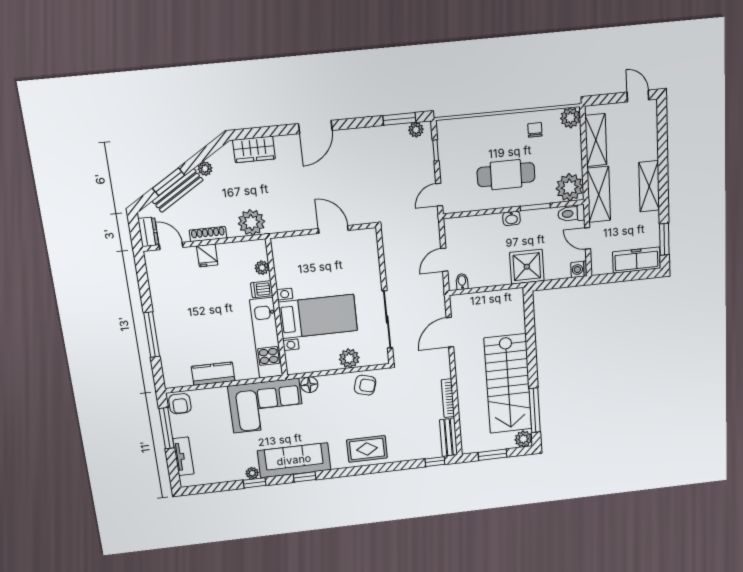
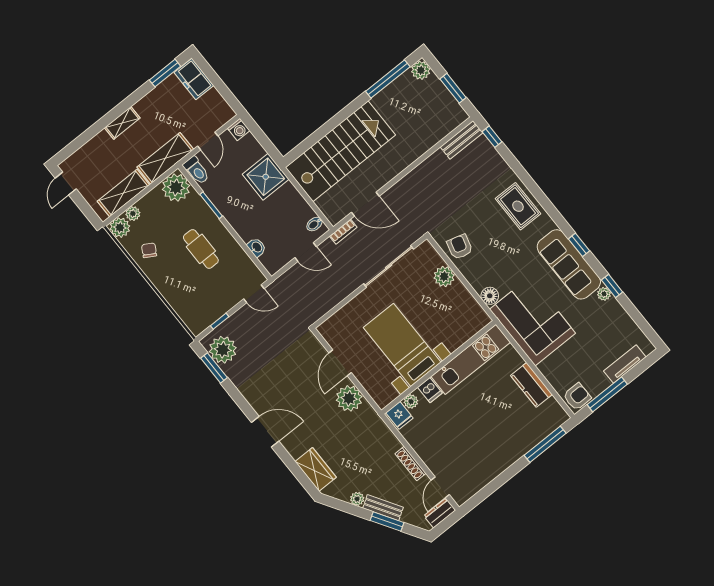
plant: (416, 130) -> (223, 350), width x1.88, depth x1.88
chair: (535, 130) -> (149, 250), turned 120
plant: (574, 137) -> (133, 214), added
cafe table: (506, 175) -> (201, 249), width x0.73, depth x0.74
shelving: (649, 186) -> (122, 123), width x0.67, depth x0.75
bench: (178, 191) -> (383, 508), width x0.73
washbasin: (511, 218) -> (257, 247), moved
plant: (251, 222) -> (349, 398), moved
fridge: (207, 255) -> (399, 415), moved, turned 90
freezer: (636, 260) -> (194, 79), width x0.71
bed with nightstands: (318, 316) -> (402, 345), moved
window: (152, 335) -> (545, 444), moved
stairs: (508, 384) -> (340, 151), moved
bookcase: (448, 398) -> (343, 232), moved, width x0.64

